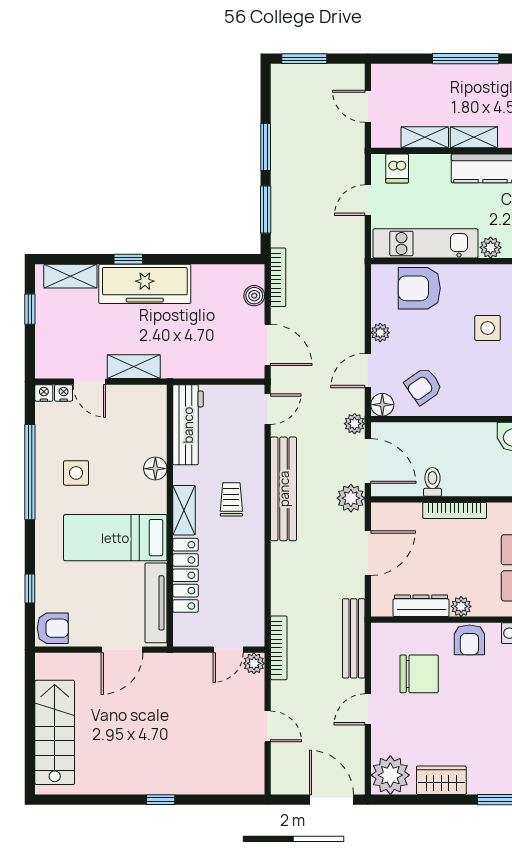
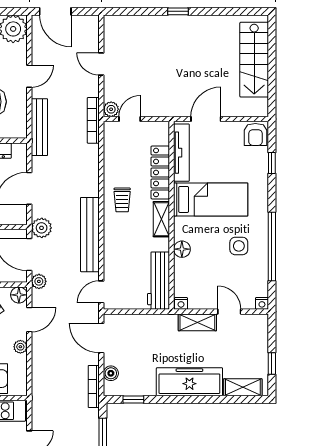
window: (128, 259) -> (133, 399), moved
nightstand: (64, 393) -> (181, 303), moved
trolley: (231, 499) -> (122, 200), moved
armchair: (53, 628) -> (255, 134), turned -90

